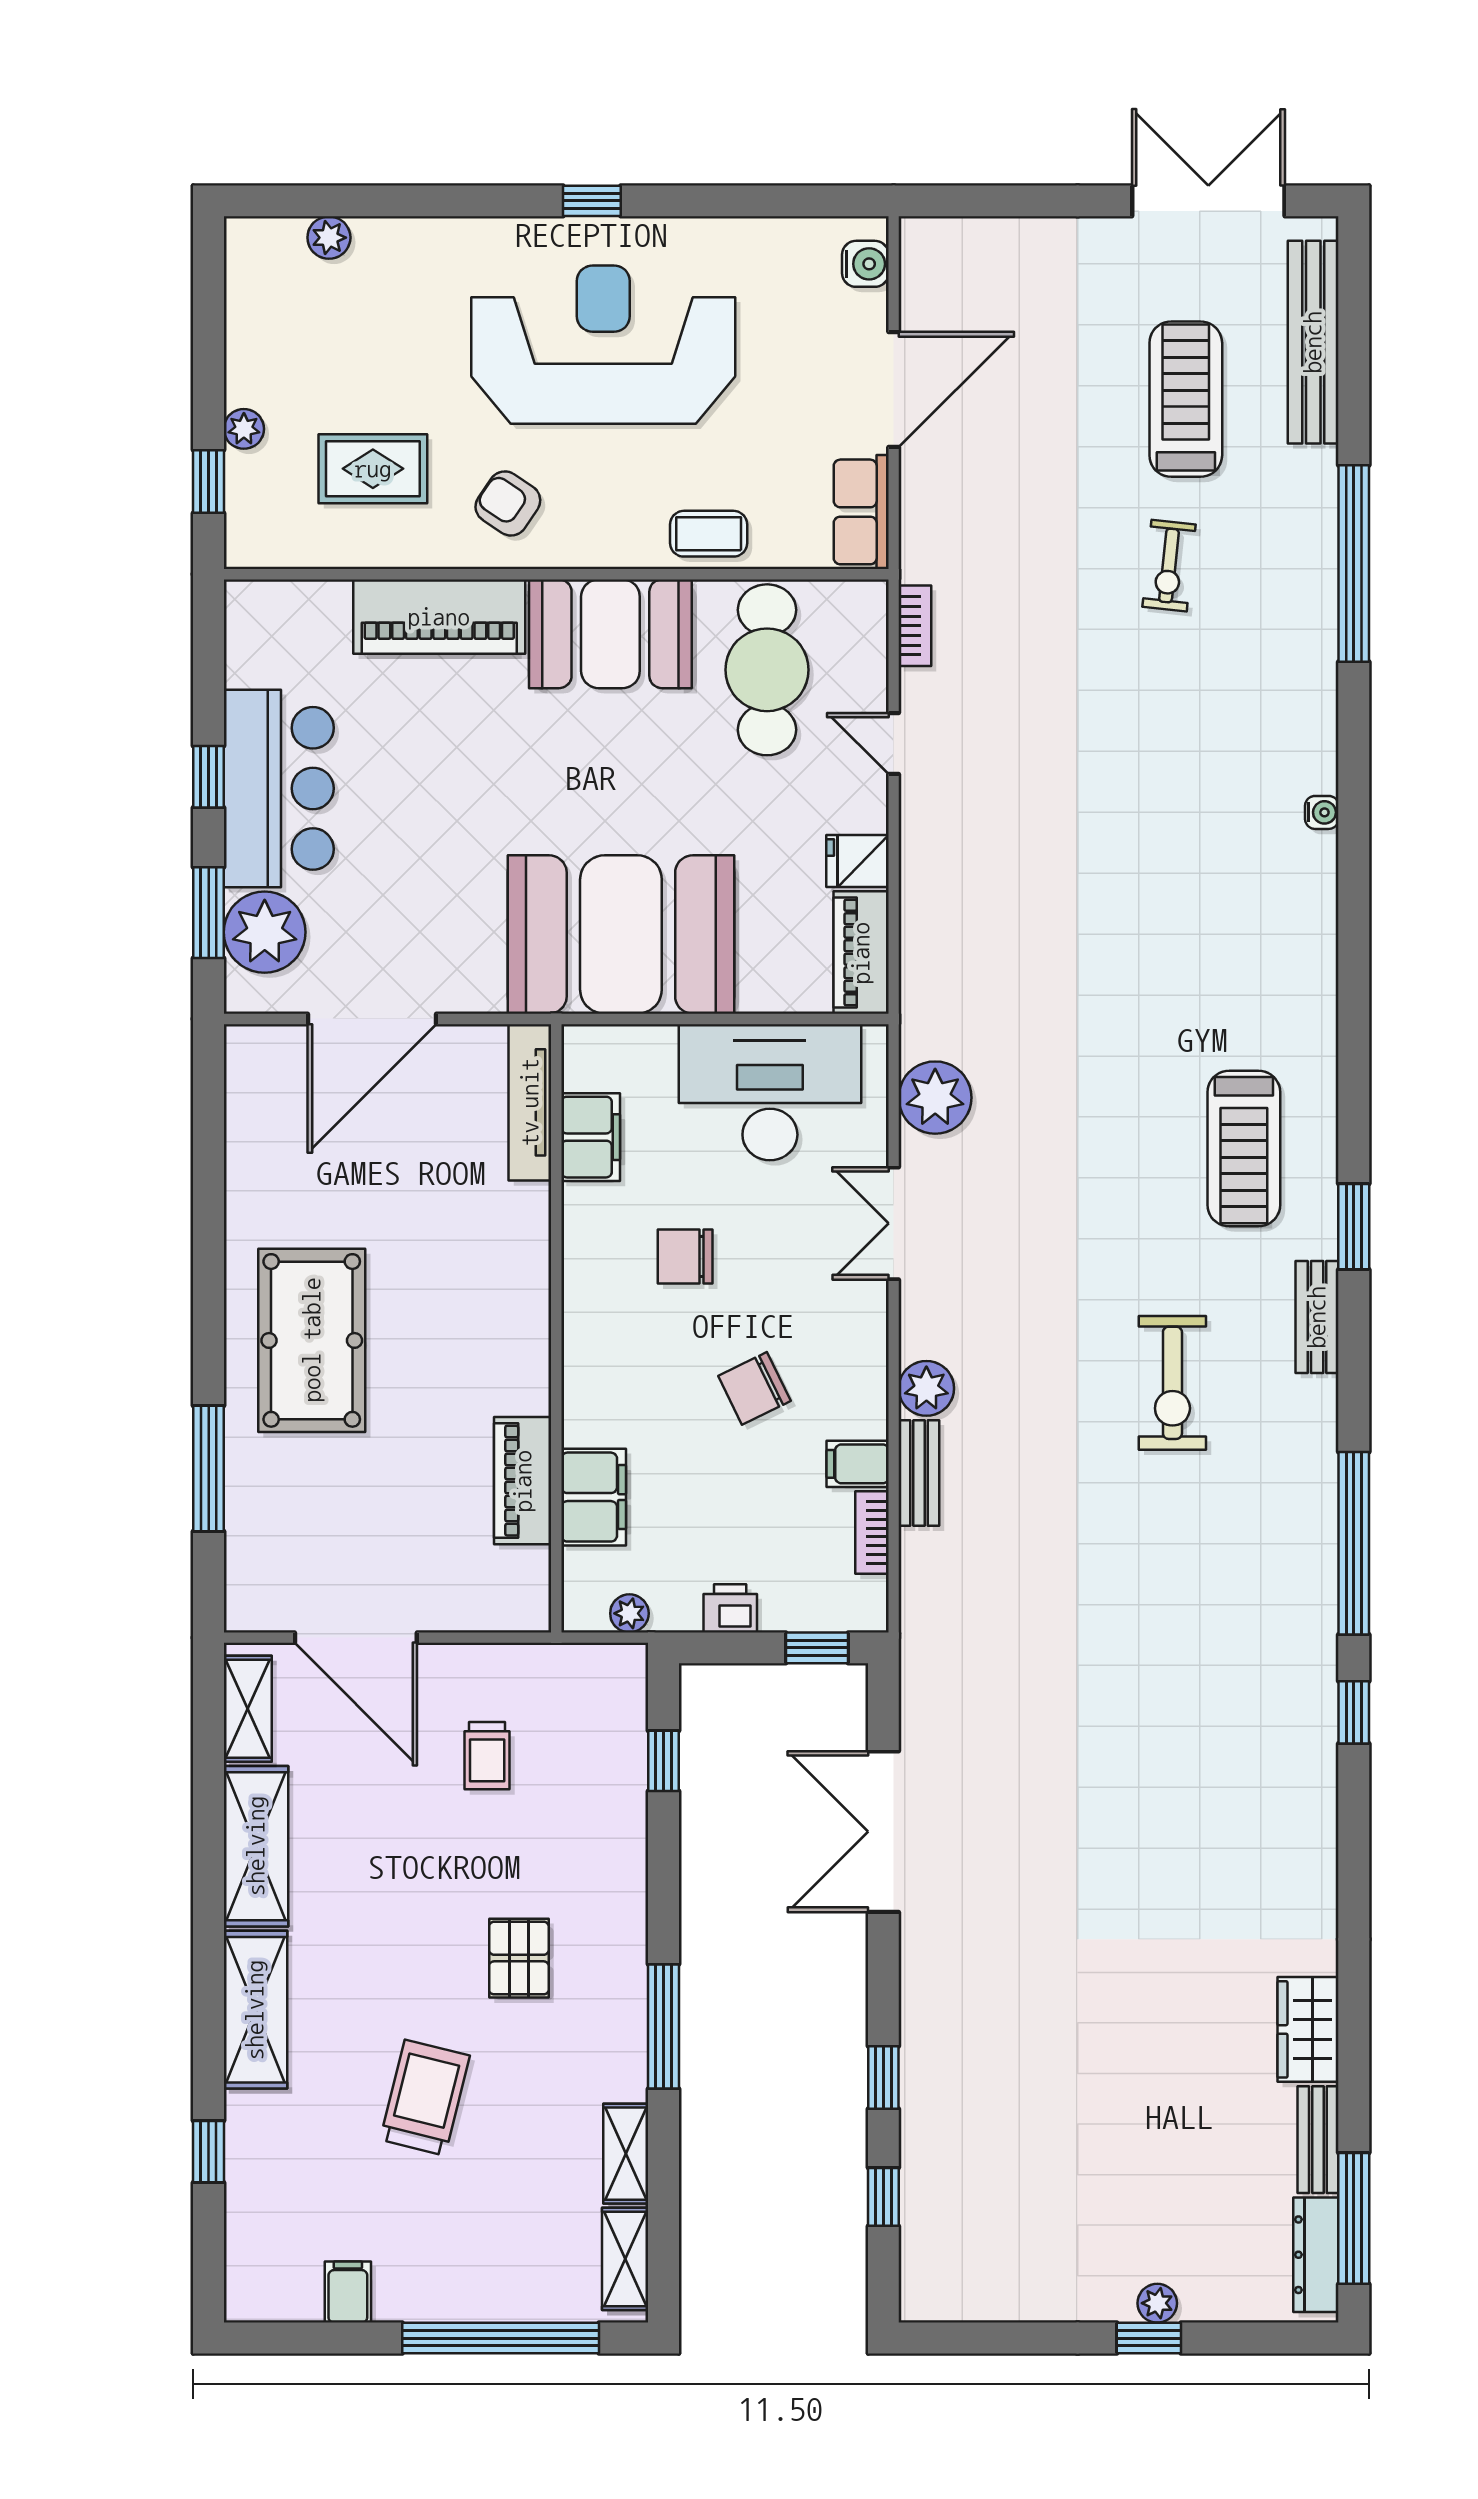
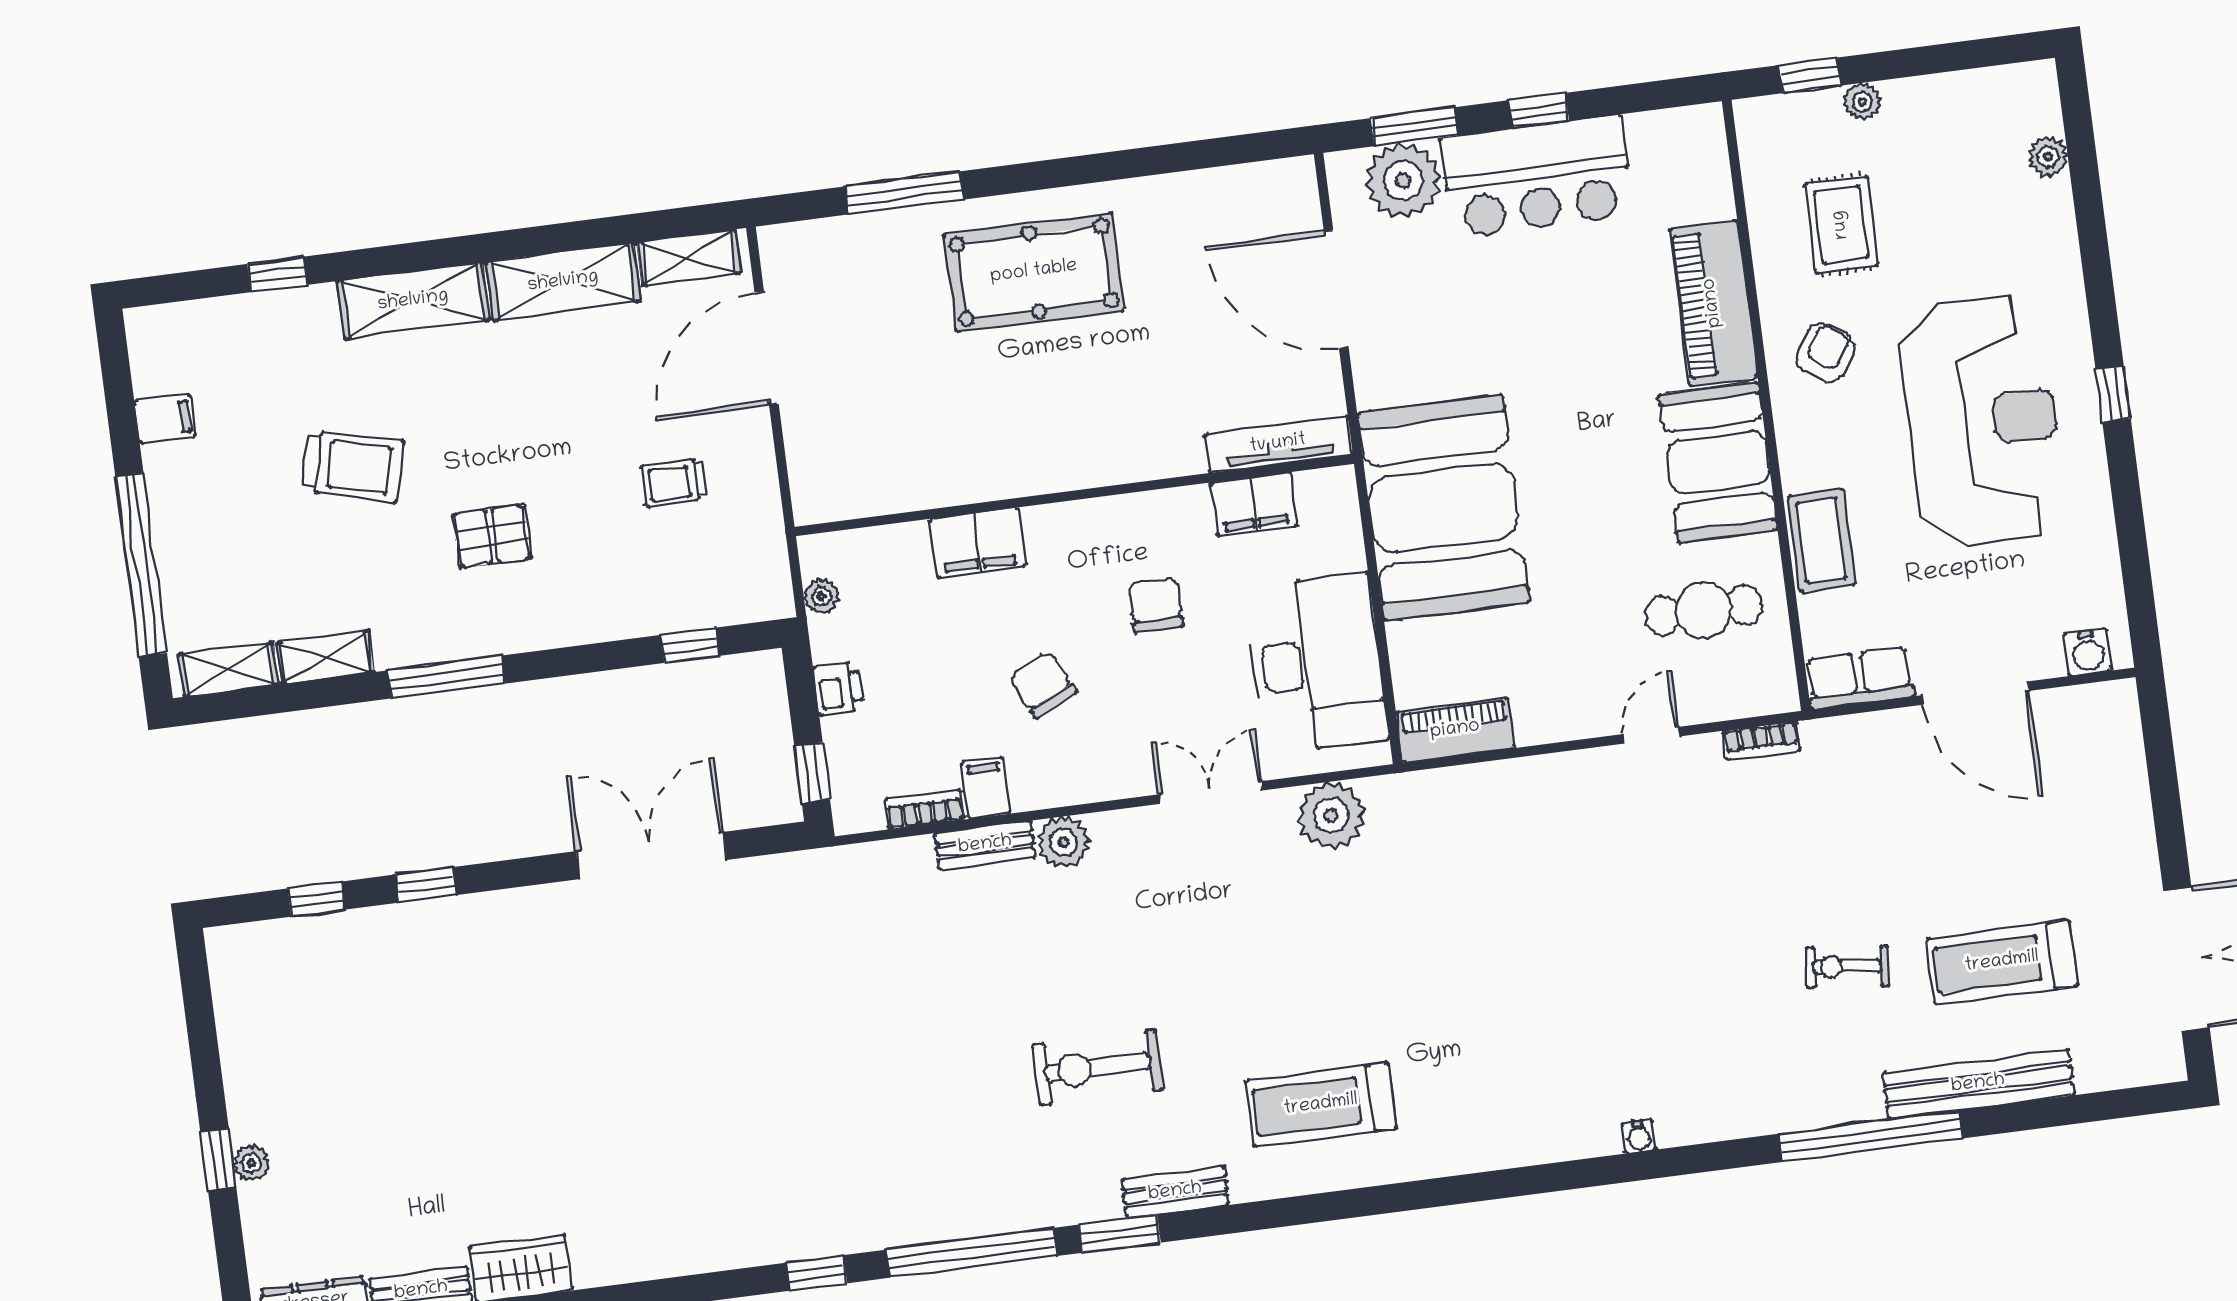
bench: (1313, 342) -> (1978, 1084), moved
treadmill: (1186, 399) -> (2002, 962), turned 180
coffee table: (709, 534) -> (1822, 540), width x1.36, depth x1.30
cafe table: (767, 670) -> (1704, 610), width x0.73, depth x0.74
fridge: (857, 861) -> (1539, 716), removed
window: (1354, 1227) -> (1120, 1234), moved
piano: (523, 1481) -> (931, 483), removed
filing cabinet: (594, 1497) -> (978, 543), moved

